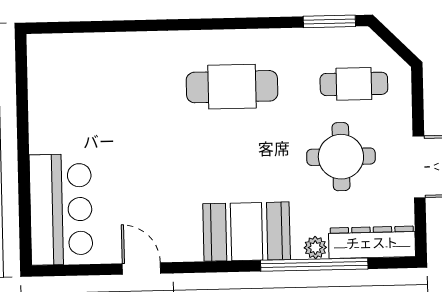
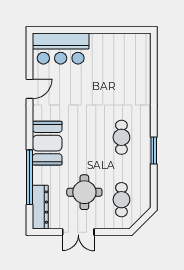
window: (329, 21) -> (154, 150), moved
cafe table: (232, 87) -> (121, 137), width x0.73, depth x0.74
plant: (315, 248) -> (38, 178), removed

